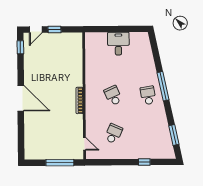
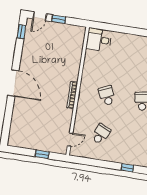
desk: (118, 44) -> (99, 40), moved, turned -90
door: (84, 144) -> (70, 140), hinge flipped
window: (60, 163) -> (42, 154), width x0.46

